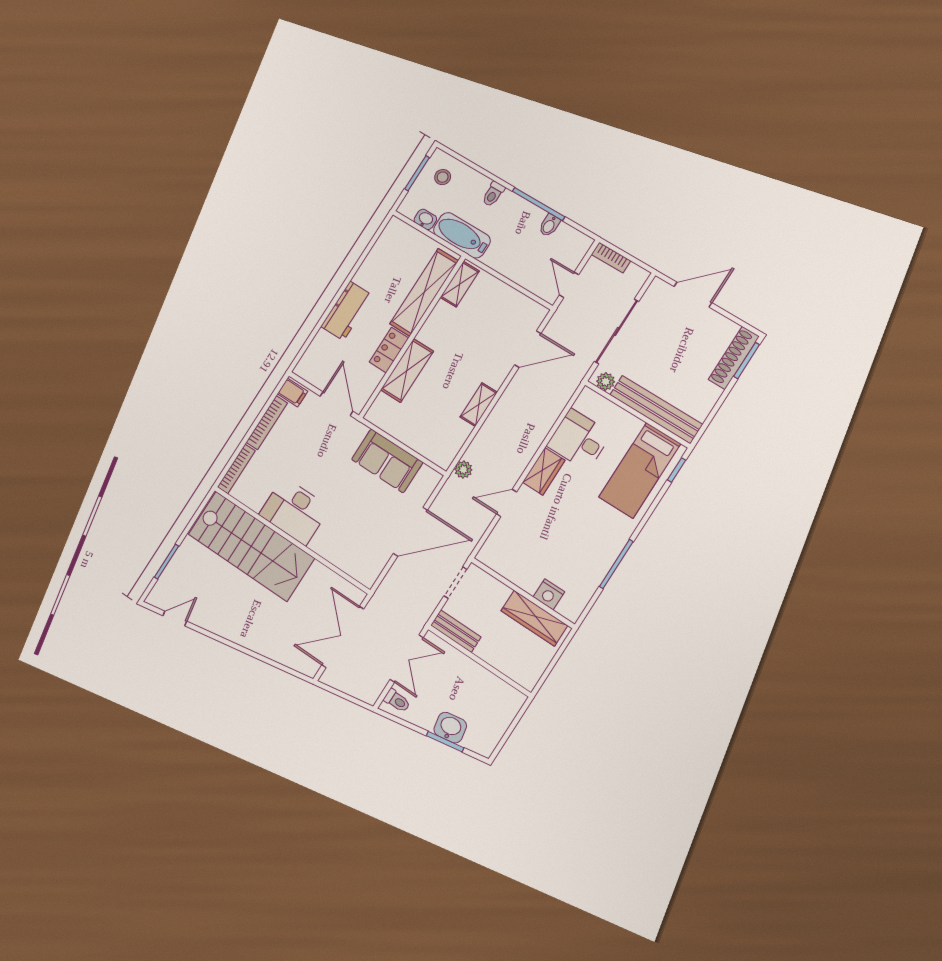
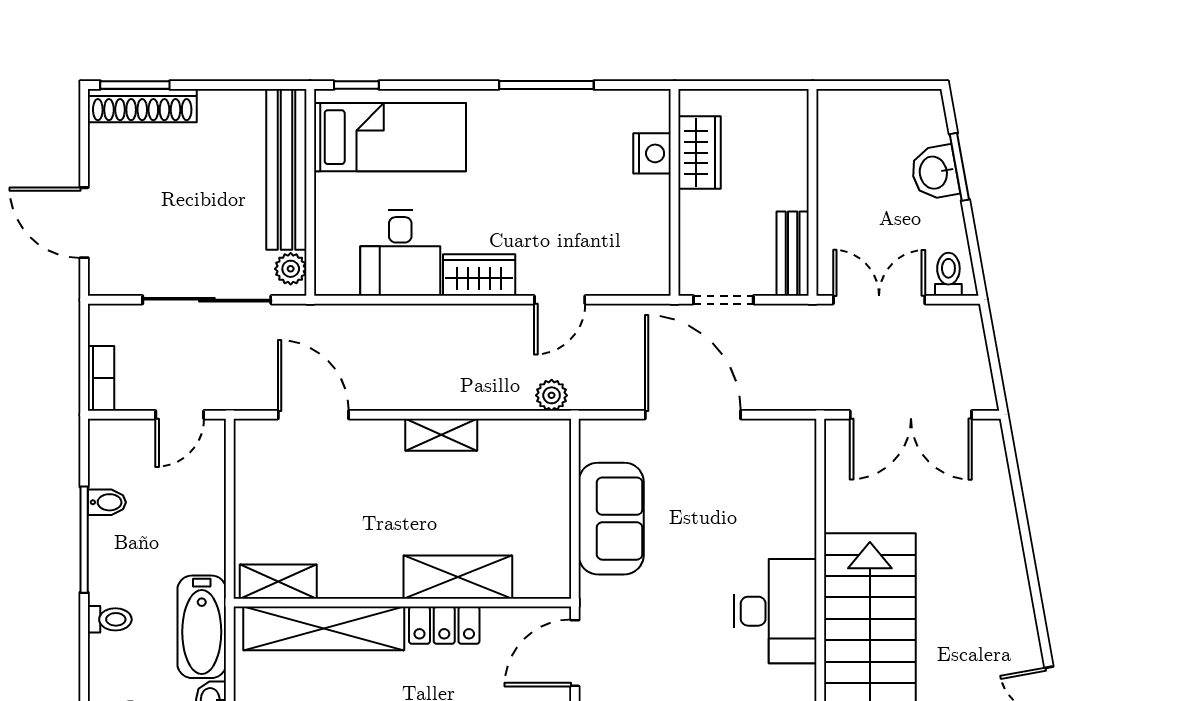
door: (507, 503) -> (560, 300), hinge flipped
wardrobe: (534, 618) -> (699, 153), width x0.67

